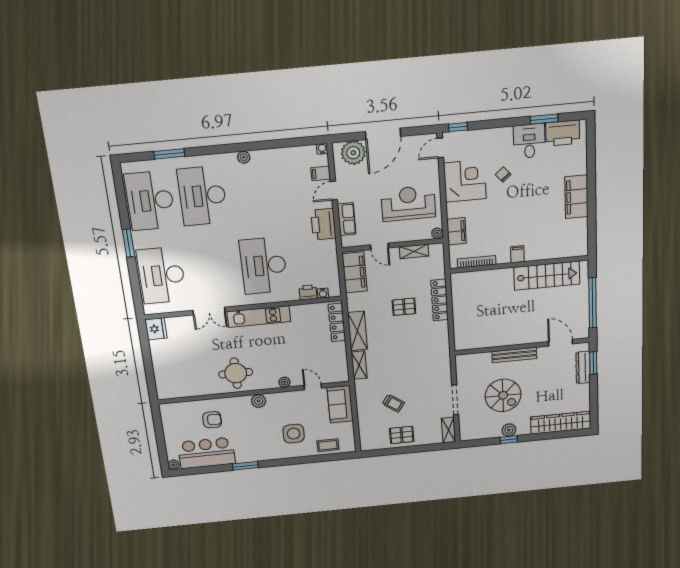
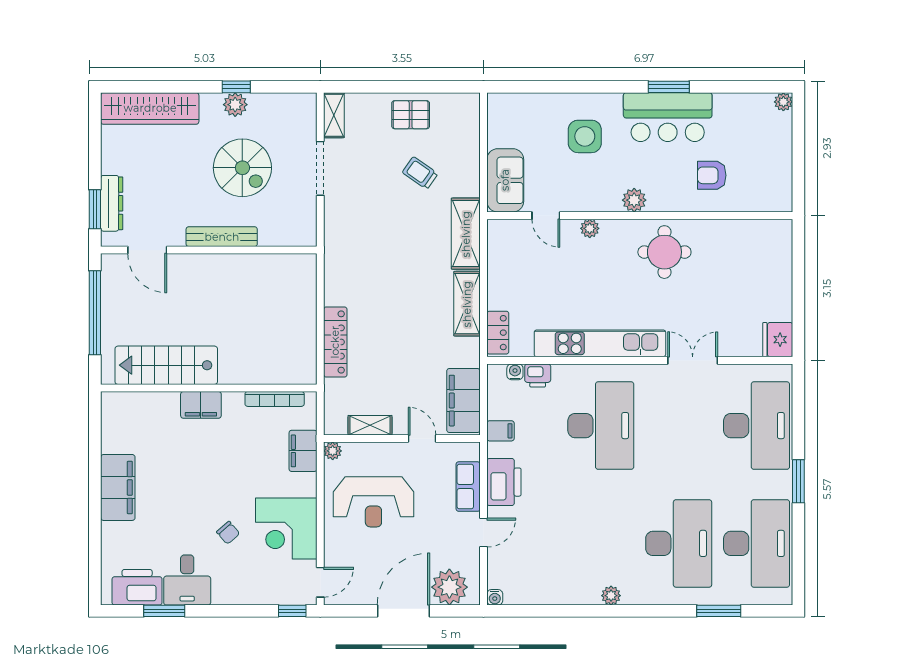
filing cabinet: (321, 173) -> (501, 431), moved
filing cabinet: (517, 254) -> (201, 405), width x2.00
pallet: (404, 307) -> (391, 336), removed
kitchen unit: (259, 317) -> (600, 343), width x1.36
locker: (337, 322) -> (498, 333), width x0.66
shelving: (359, 365) -> (466, 234), width x1.50, depth x1.33
spiral stairs: (503, 395) -> (242, 168), turned 180
coffee table: (328, 445) -> (532, 109), removed
bar counter: (207, 453) -> (668, 117), moved

